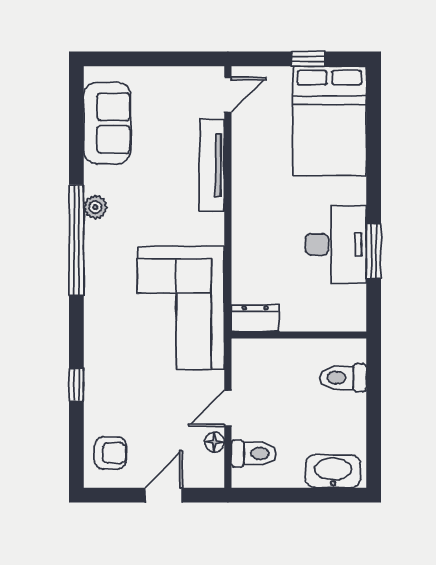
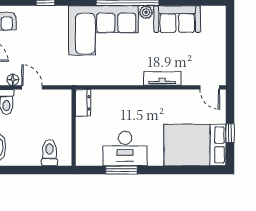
sofa: (107, 123) -> (177, 19), moved
tv unit: (212, 165) -> (162, 78), width x0.71
corner sofa: (181, 308) -> (103, 30), moved, turned 180

